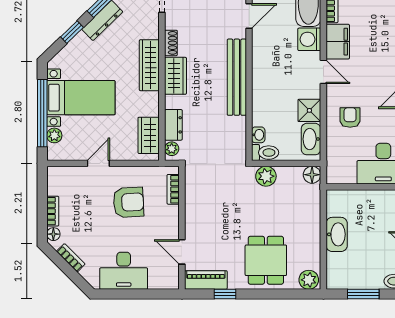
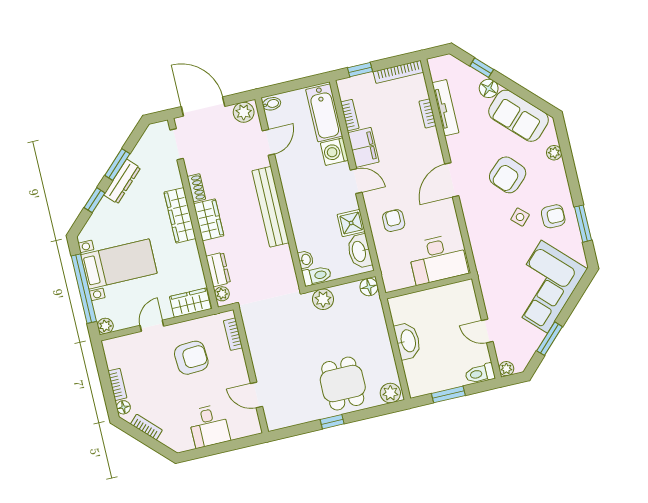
plant: (54, 135) -> (105, 326), moved
wardrobe: (149, 135) -> (190, 303), moved, turned 90
desk: (124, 271) -> (209, 426), width x0.73
piano: (206, 280) -> (287, 417), removed
window: (225, 294) -> (332, 422), moved

